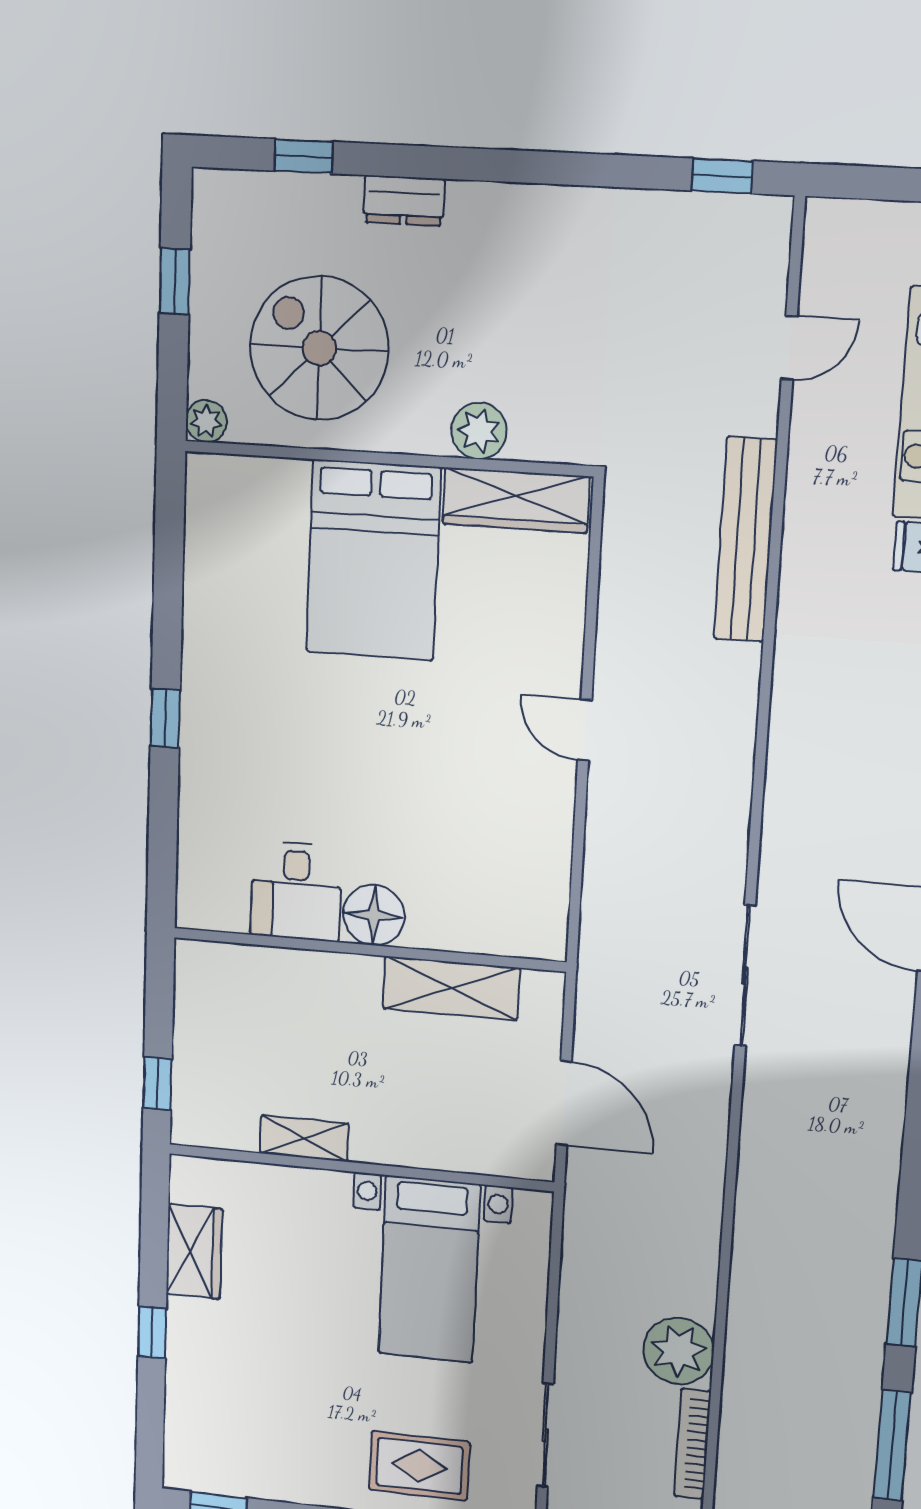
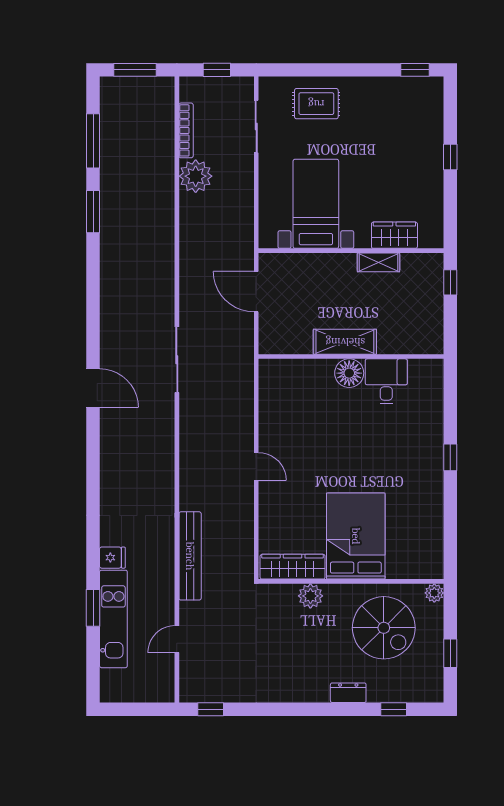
shelving: (451, 988) -> (345, 342), moved
wardrobe: (194, 1251) -> (394, 235), moved, turned 90

